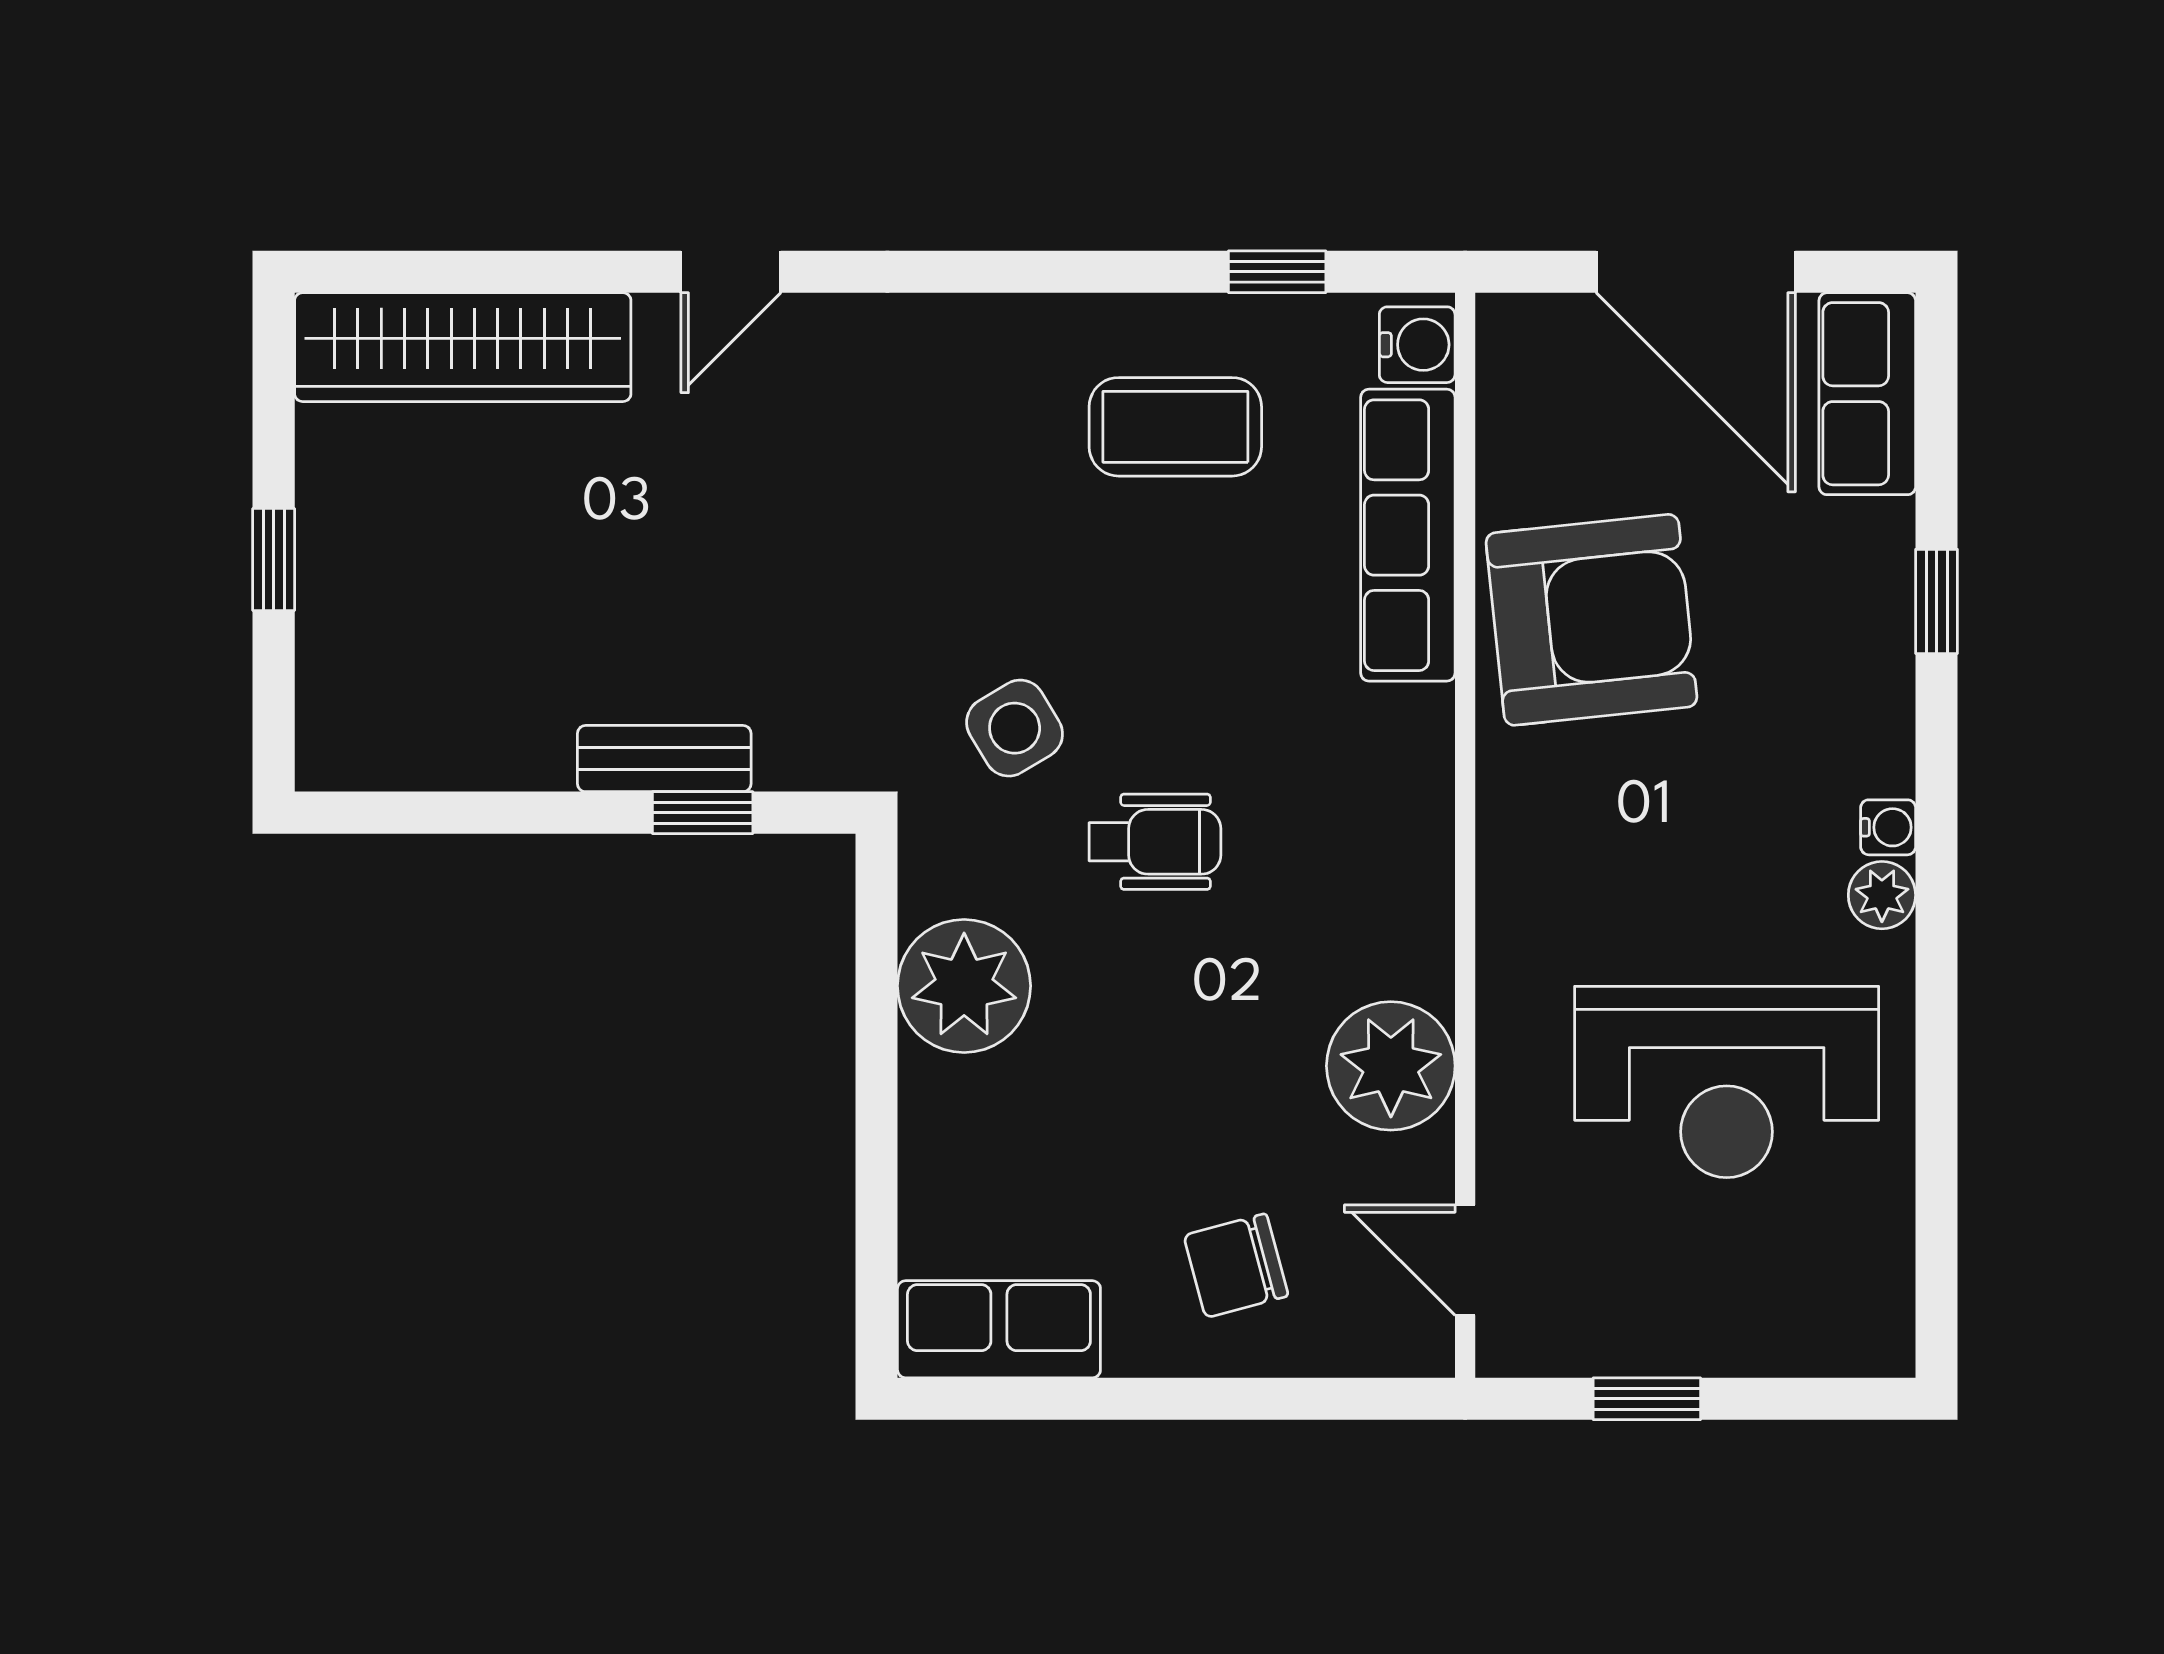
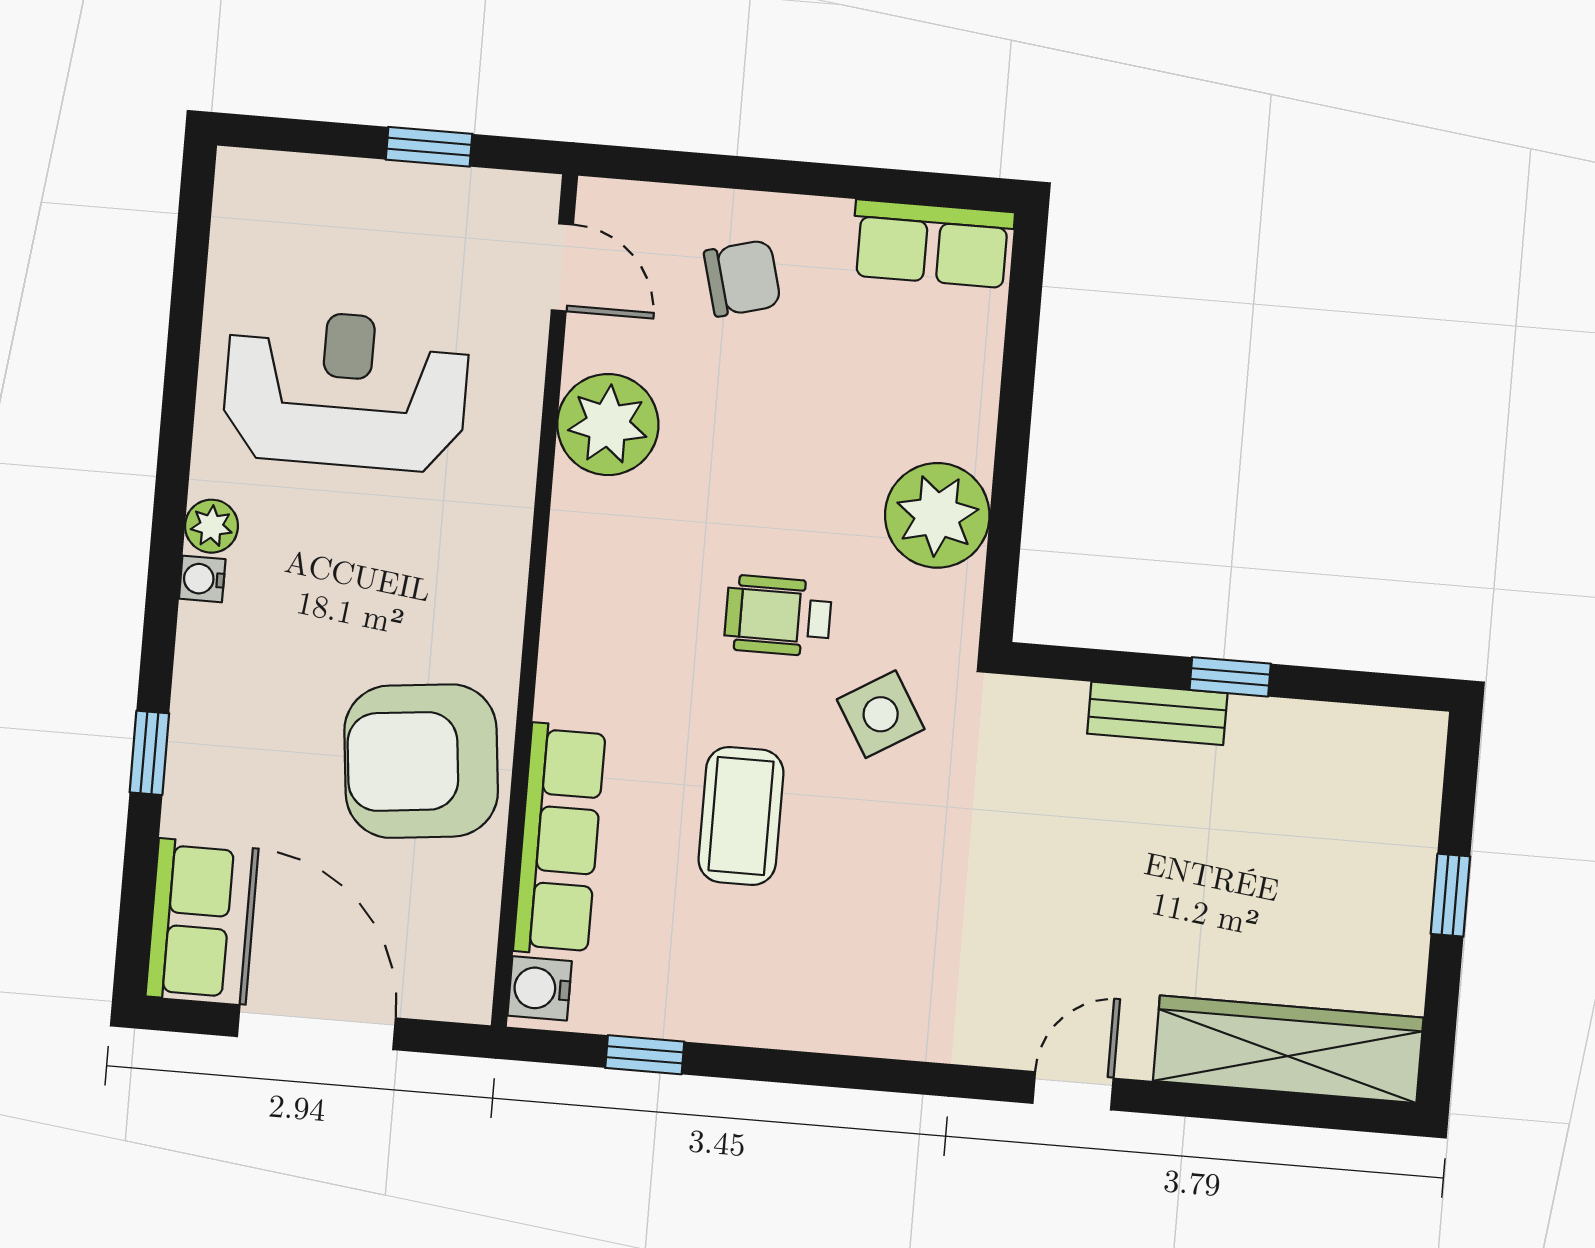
coffee table: (1175, 427) -> (741, 816), moved, turned 90
window: (703, 813) -> (1230, 677), moved

